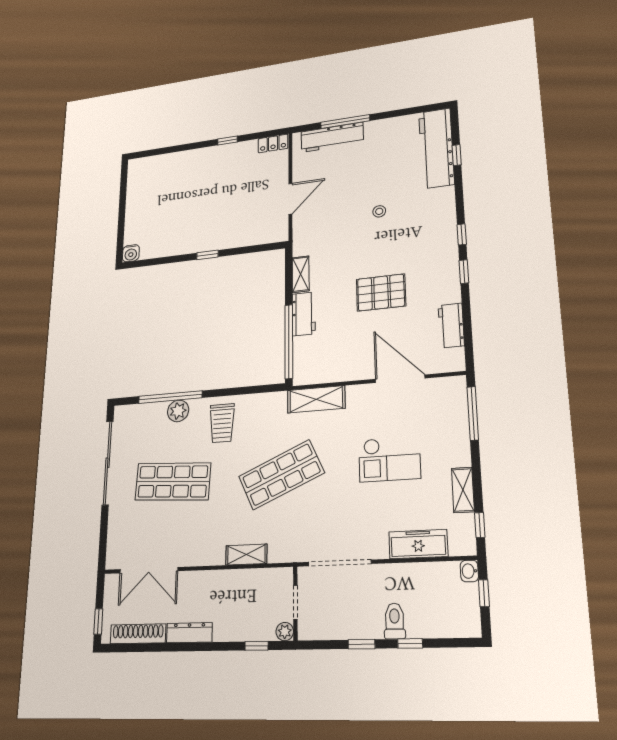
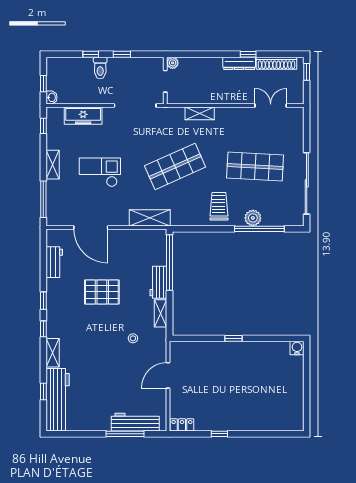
shelving: (447, 205) -> (53, 353), added
stool: (379, 211) -> (133, 338), moved
shelving: (463, 490) -> (53, 165), moved
double door: (149, 570) -> (271, 106), width x0.73
window: (257, 646) -> (248, 54), moved

